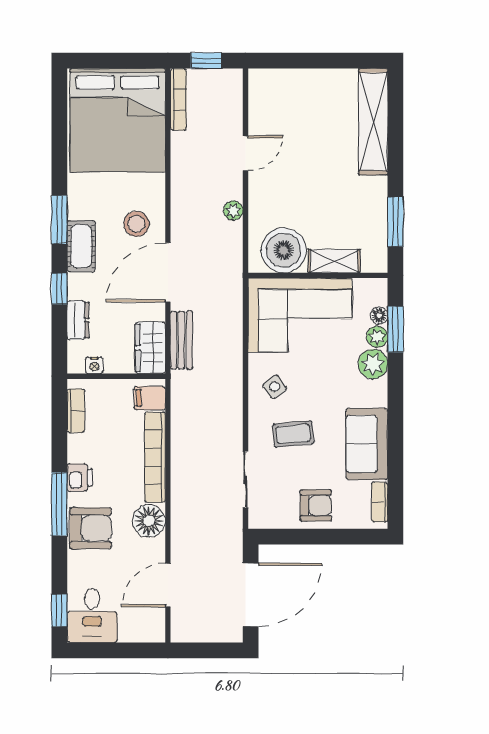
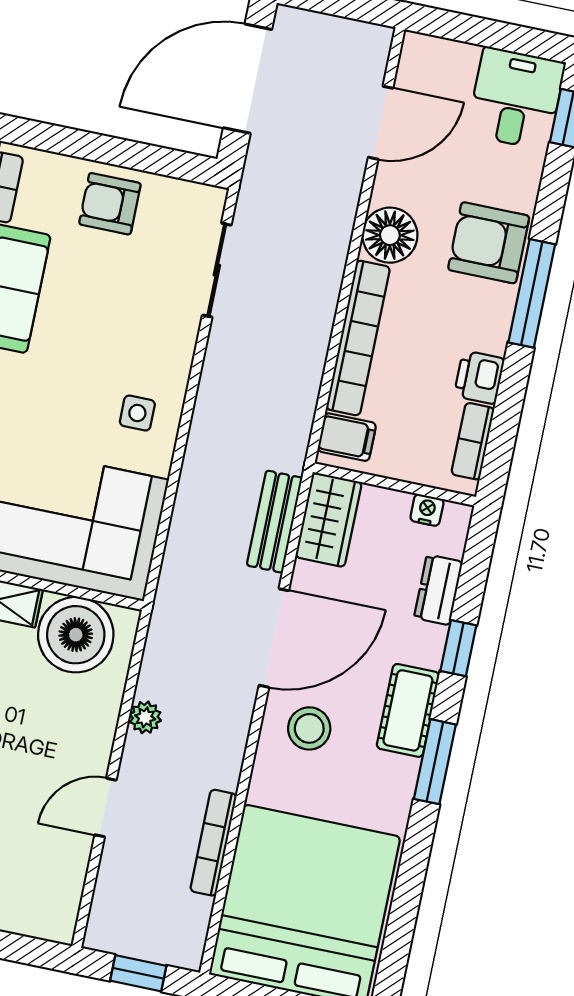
bookcase: (178, 99) -> (213, 843), moved
side table: (275, 387) -> (137, 413), turned 38
coffee table: (293, 434) -> (123, 329), removed
printer: (80, 478) -> (479, 377), moved

